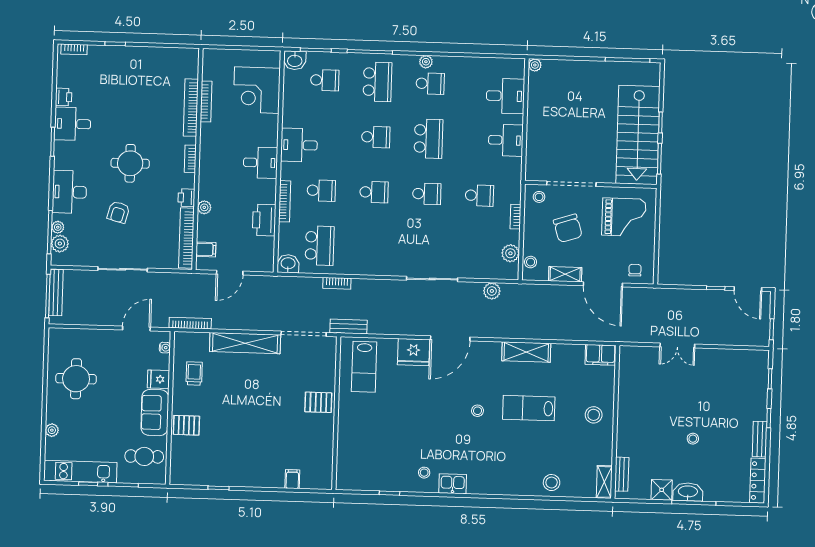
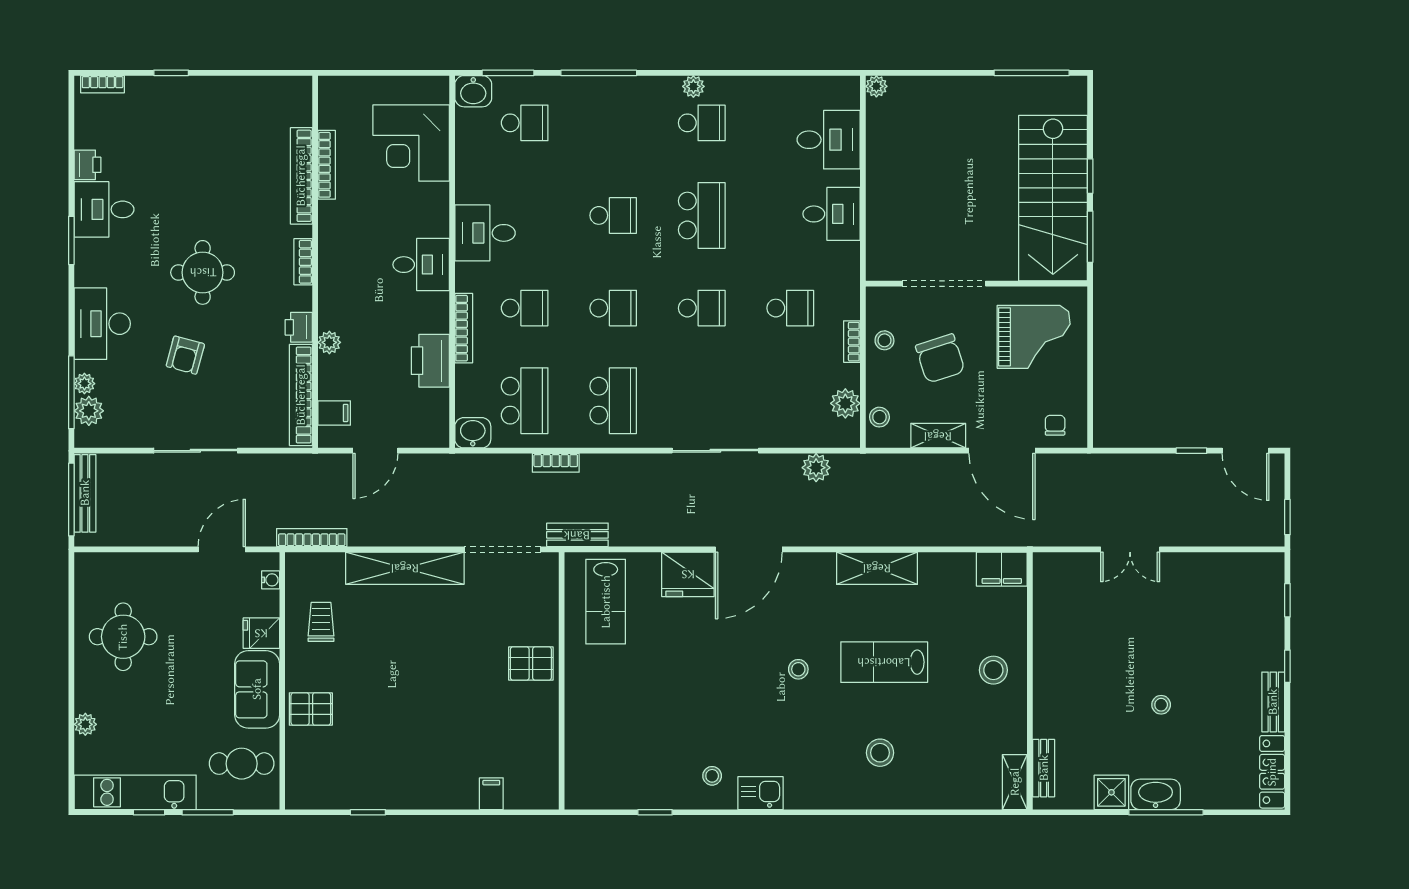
school desk: (377, 82) -> (613, 401), moved
stool: (539, 197) -> (884, 340), moved
stool: (552, 483) -> (880, 753), moved

